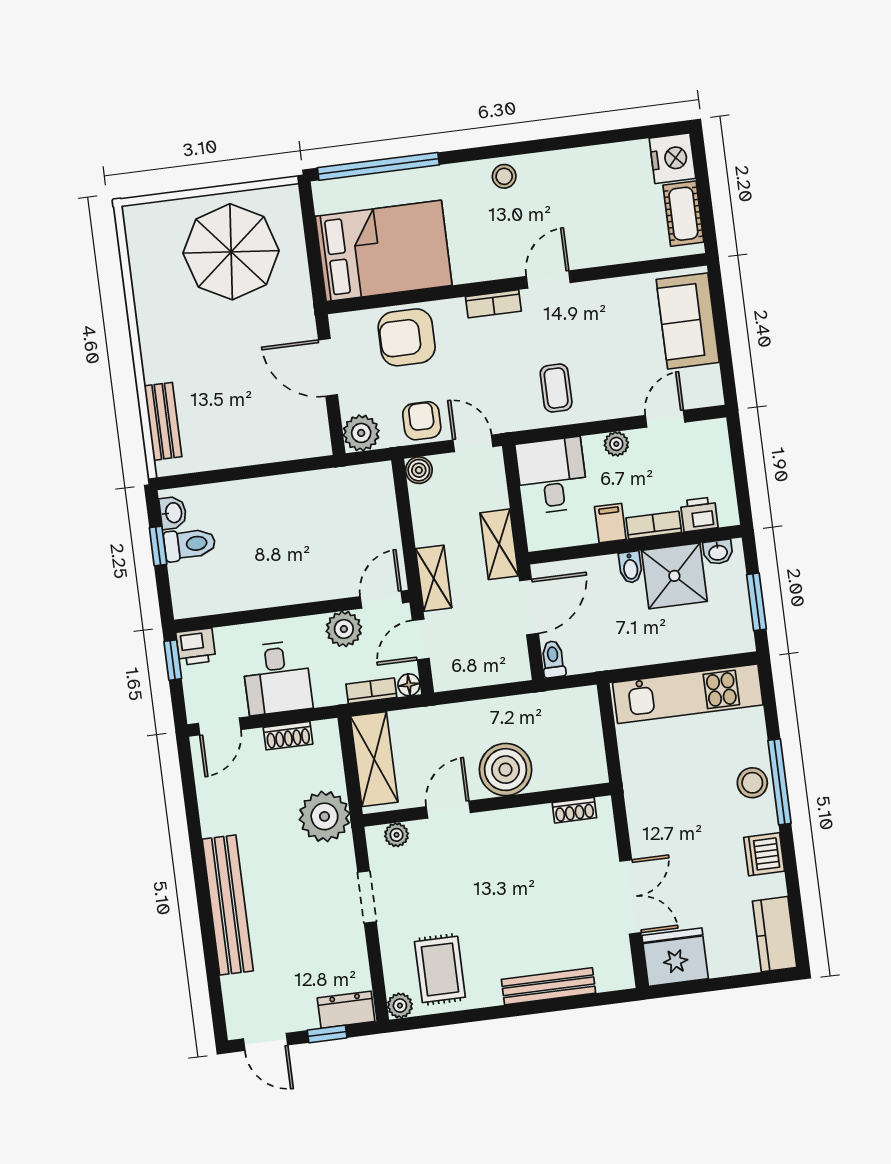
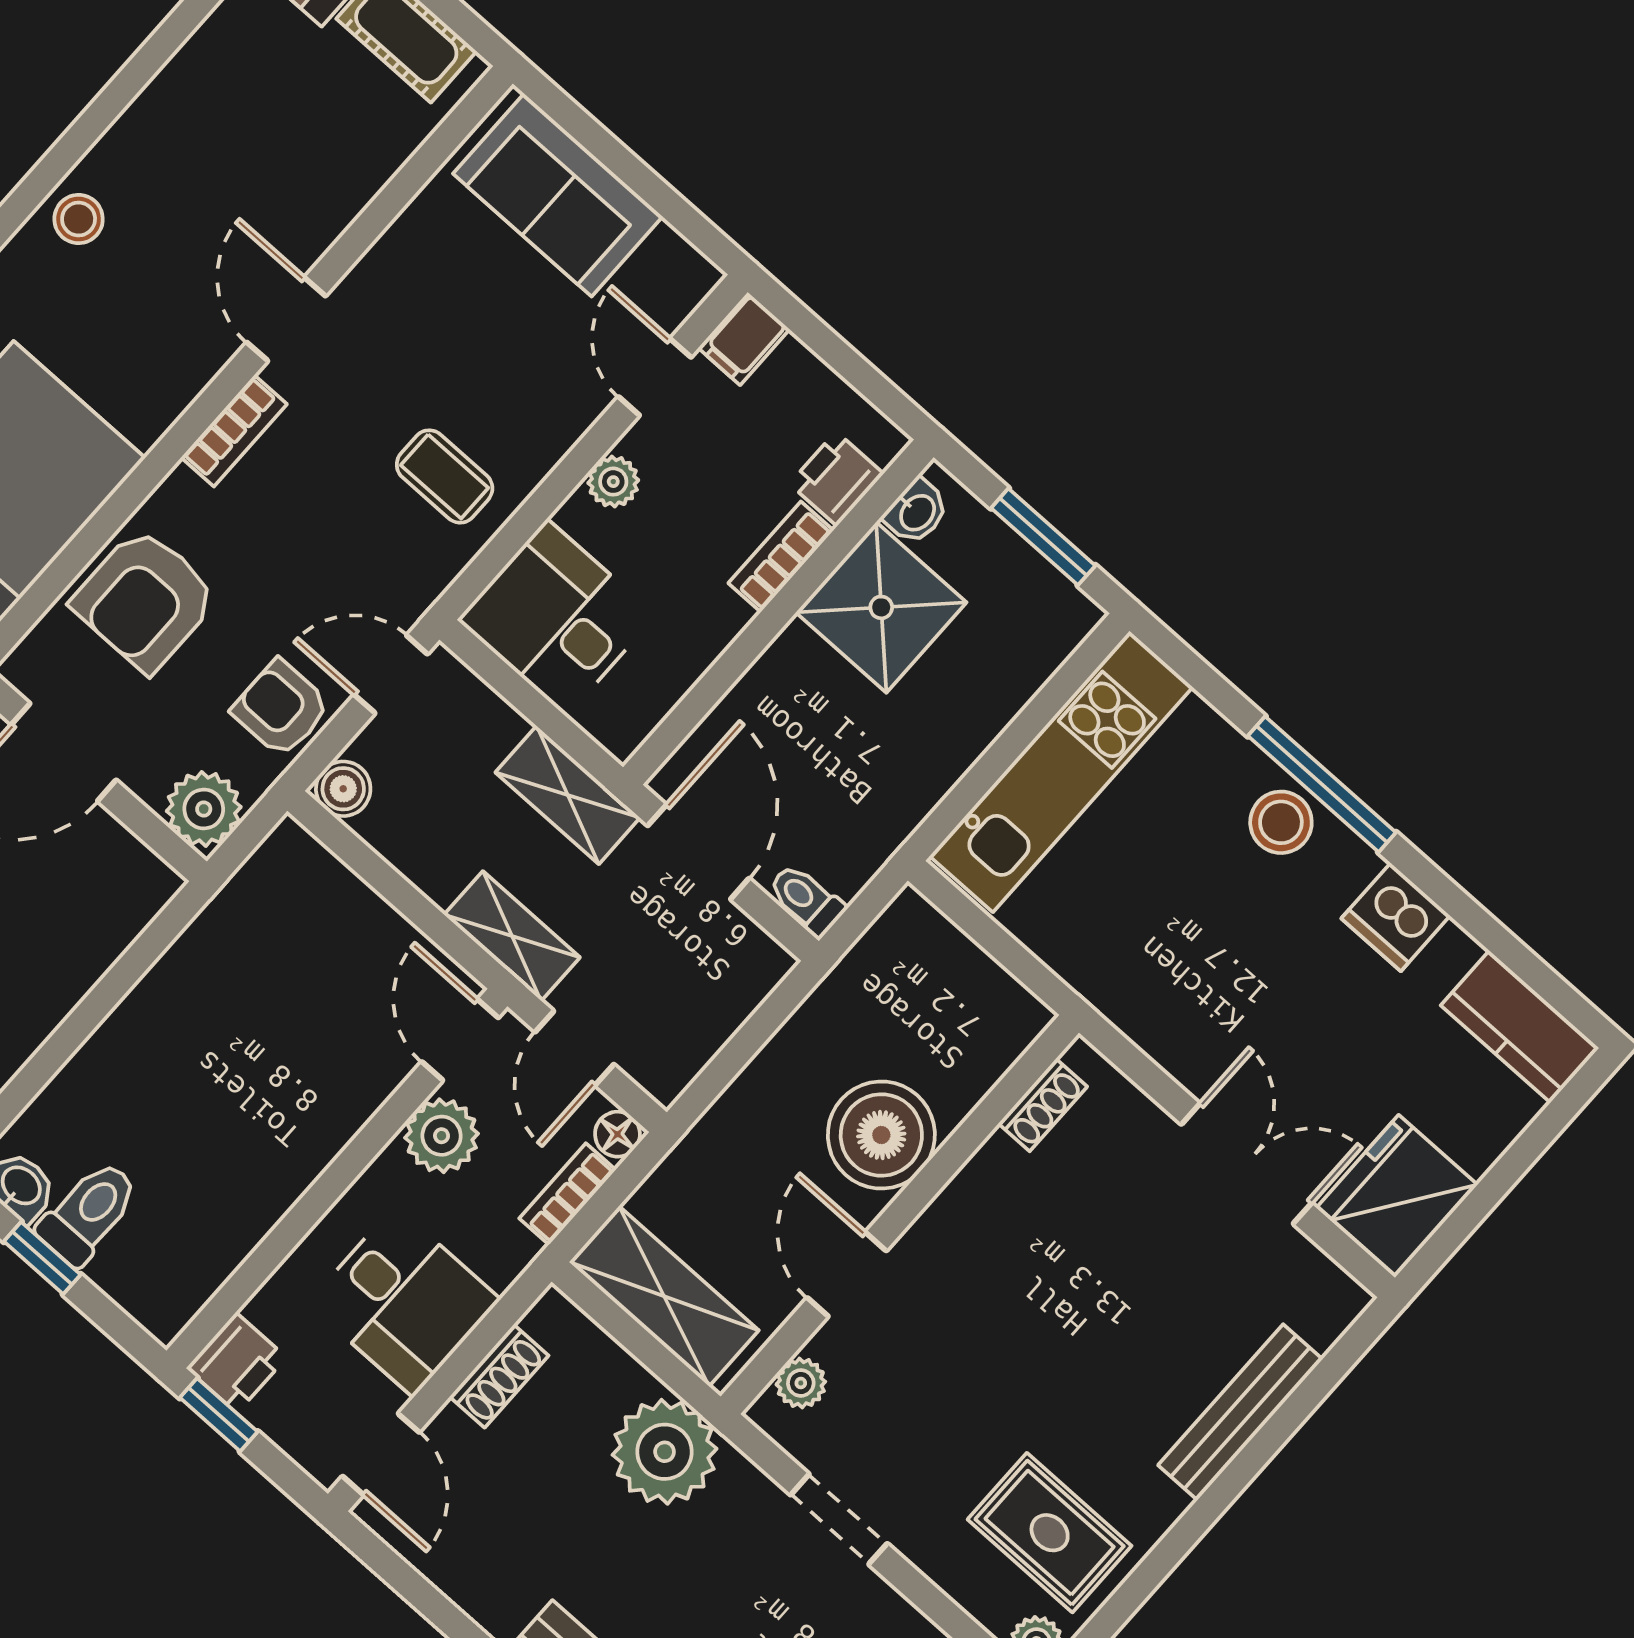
filing cabinet: (610, 523) -> (744, 339), moved, turned -90
bidet: (630, 567) -> (802, 653), removed

